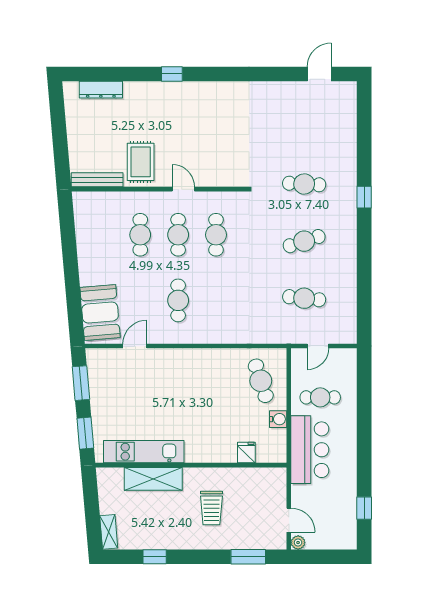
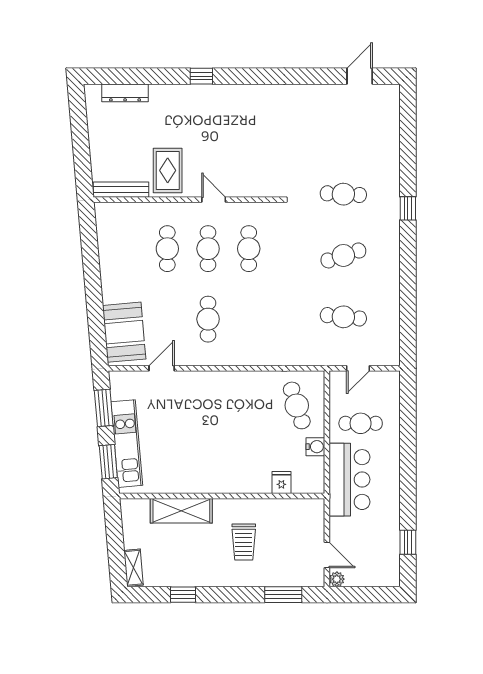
kitchen unit: (144, 452) -> (127, 444), moved, turned 85

